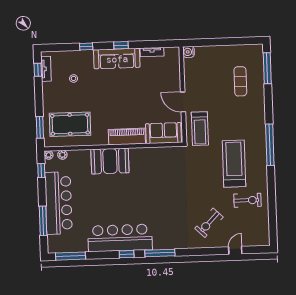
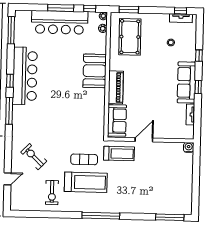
exercise mat: (240, 81) -> (84, 159), moved
treadmill: (200, 129) -> (119, 153), turned 180
window: (43, 221) -> (61, 8), moved
door: (235, 250) -> (8, 179), hinge flipped

